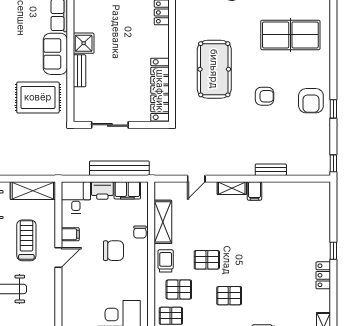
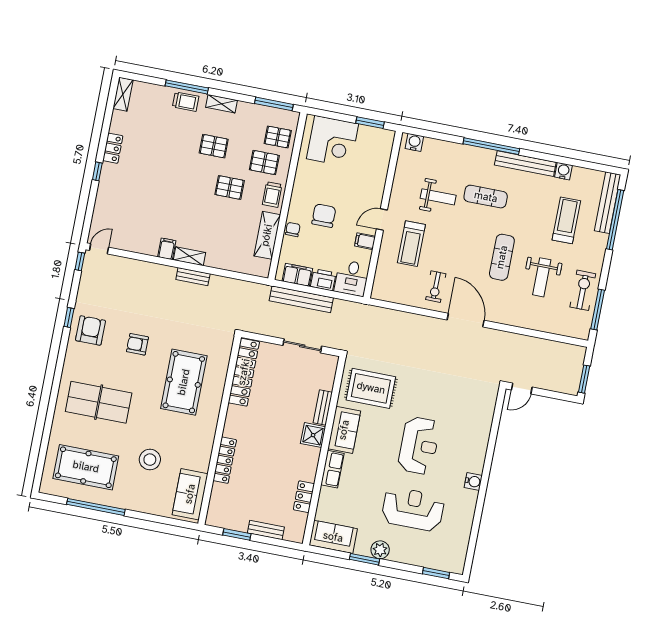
bench: (271, 170) -> (193, 277), moved
door: (196, 179) -> (99, 249), moved
shelving: (33, 191) -> (395, 294), removed
chair: (113, 251) -> (324, 216), turned 90

